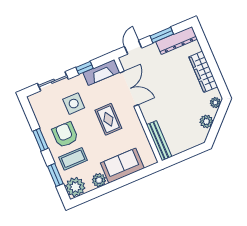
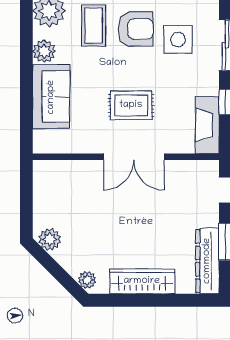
double door: (129, 89) -> (134, 157), moved
side table: (74, 104) -> (178, 40), moved
plant: (206, 121) -> (50, 239), moved
bench: (159, 141) -> (65, 169), removed

